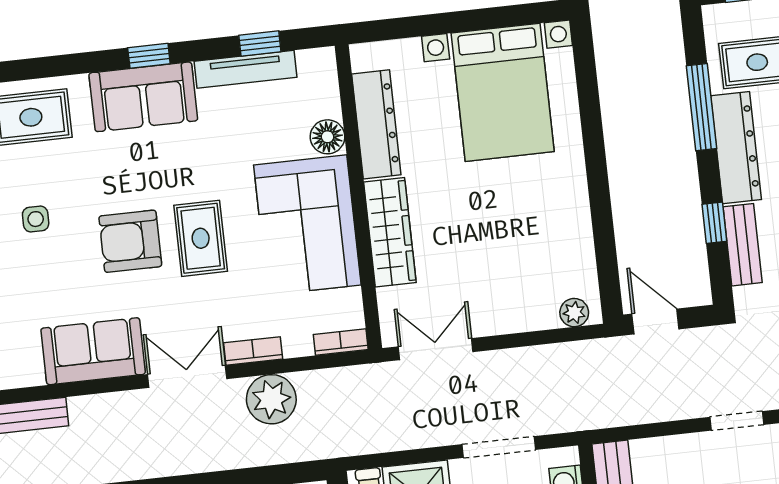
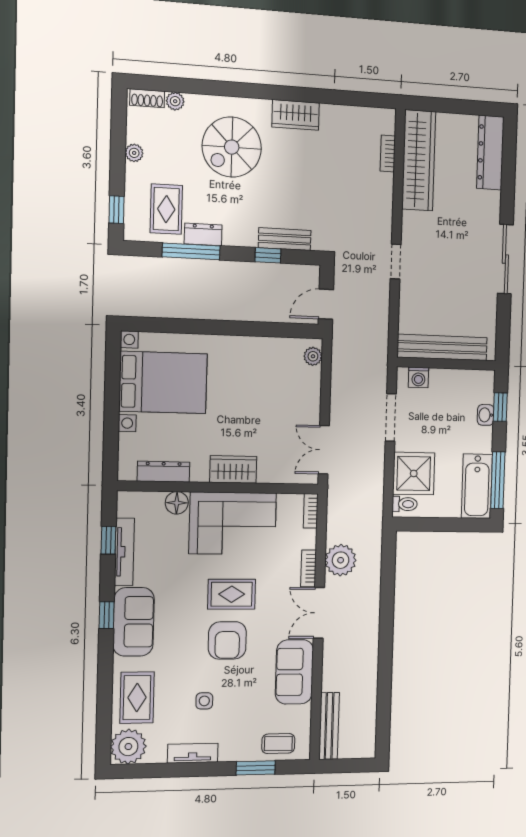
dresser: (376, 124) -> (163, 472), width x0.73, depth x0.80
dresser: (736, 148) -> (203, 234), width x0.51, depth x0.80
wardrobe: (390, 232) -> (233, 469), width x0.67

